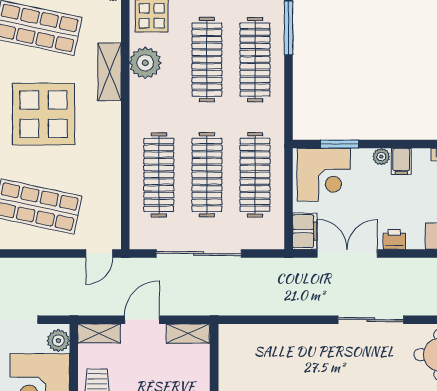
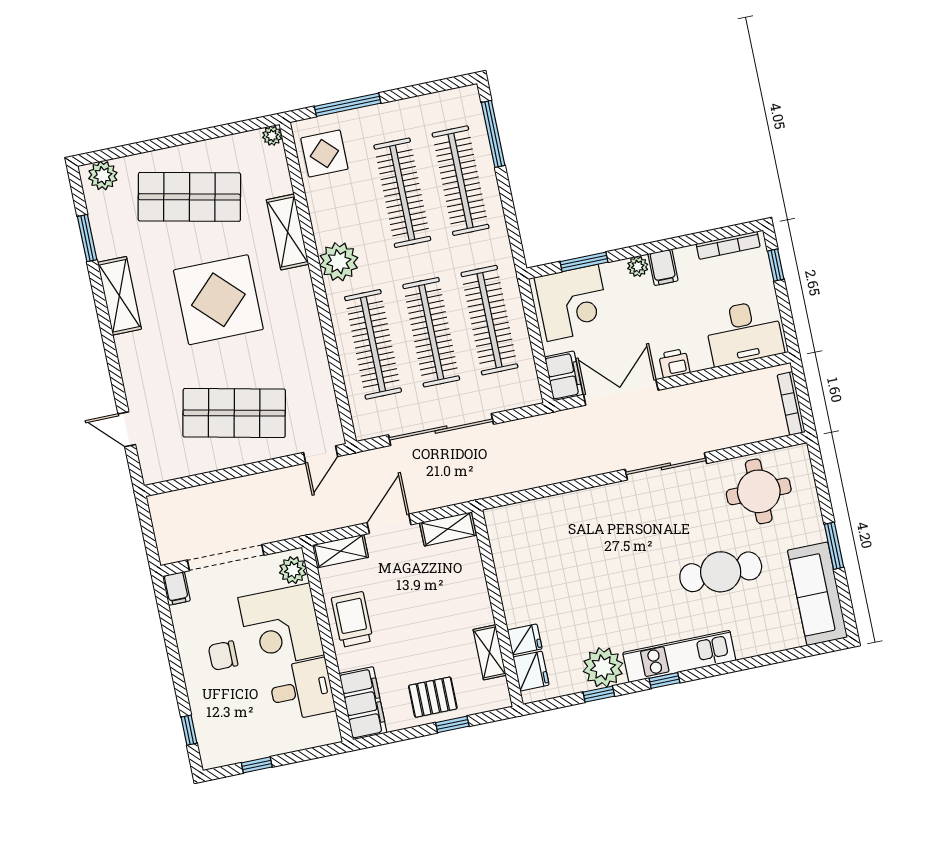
plant: (145, 63) -> (339, 262), moved

